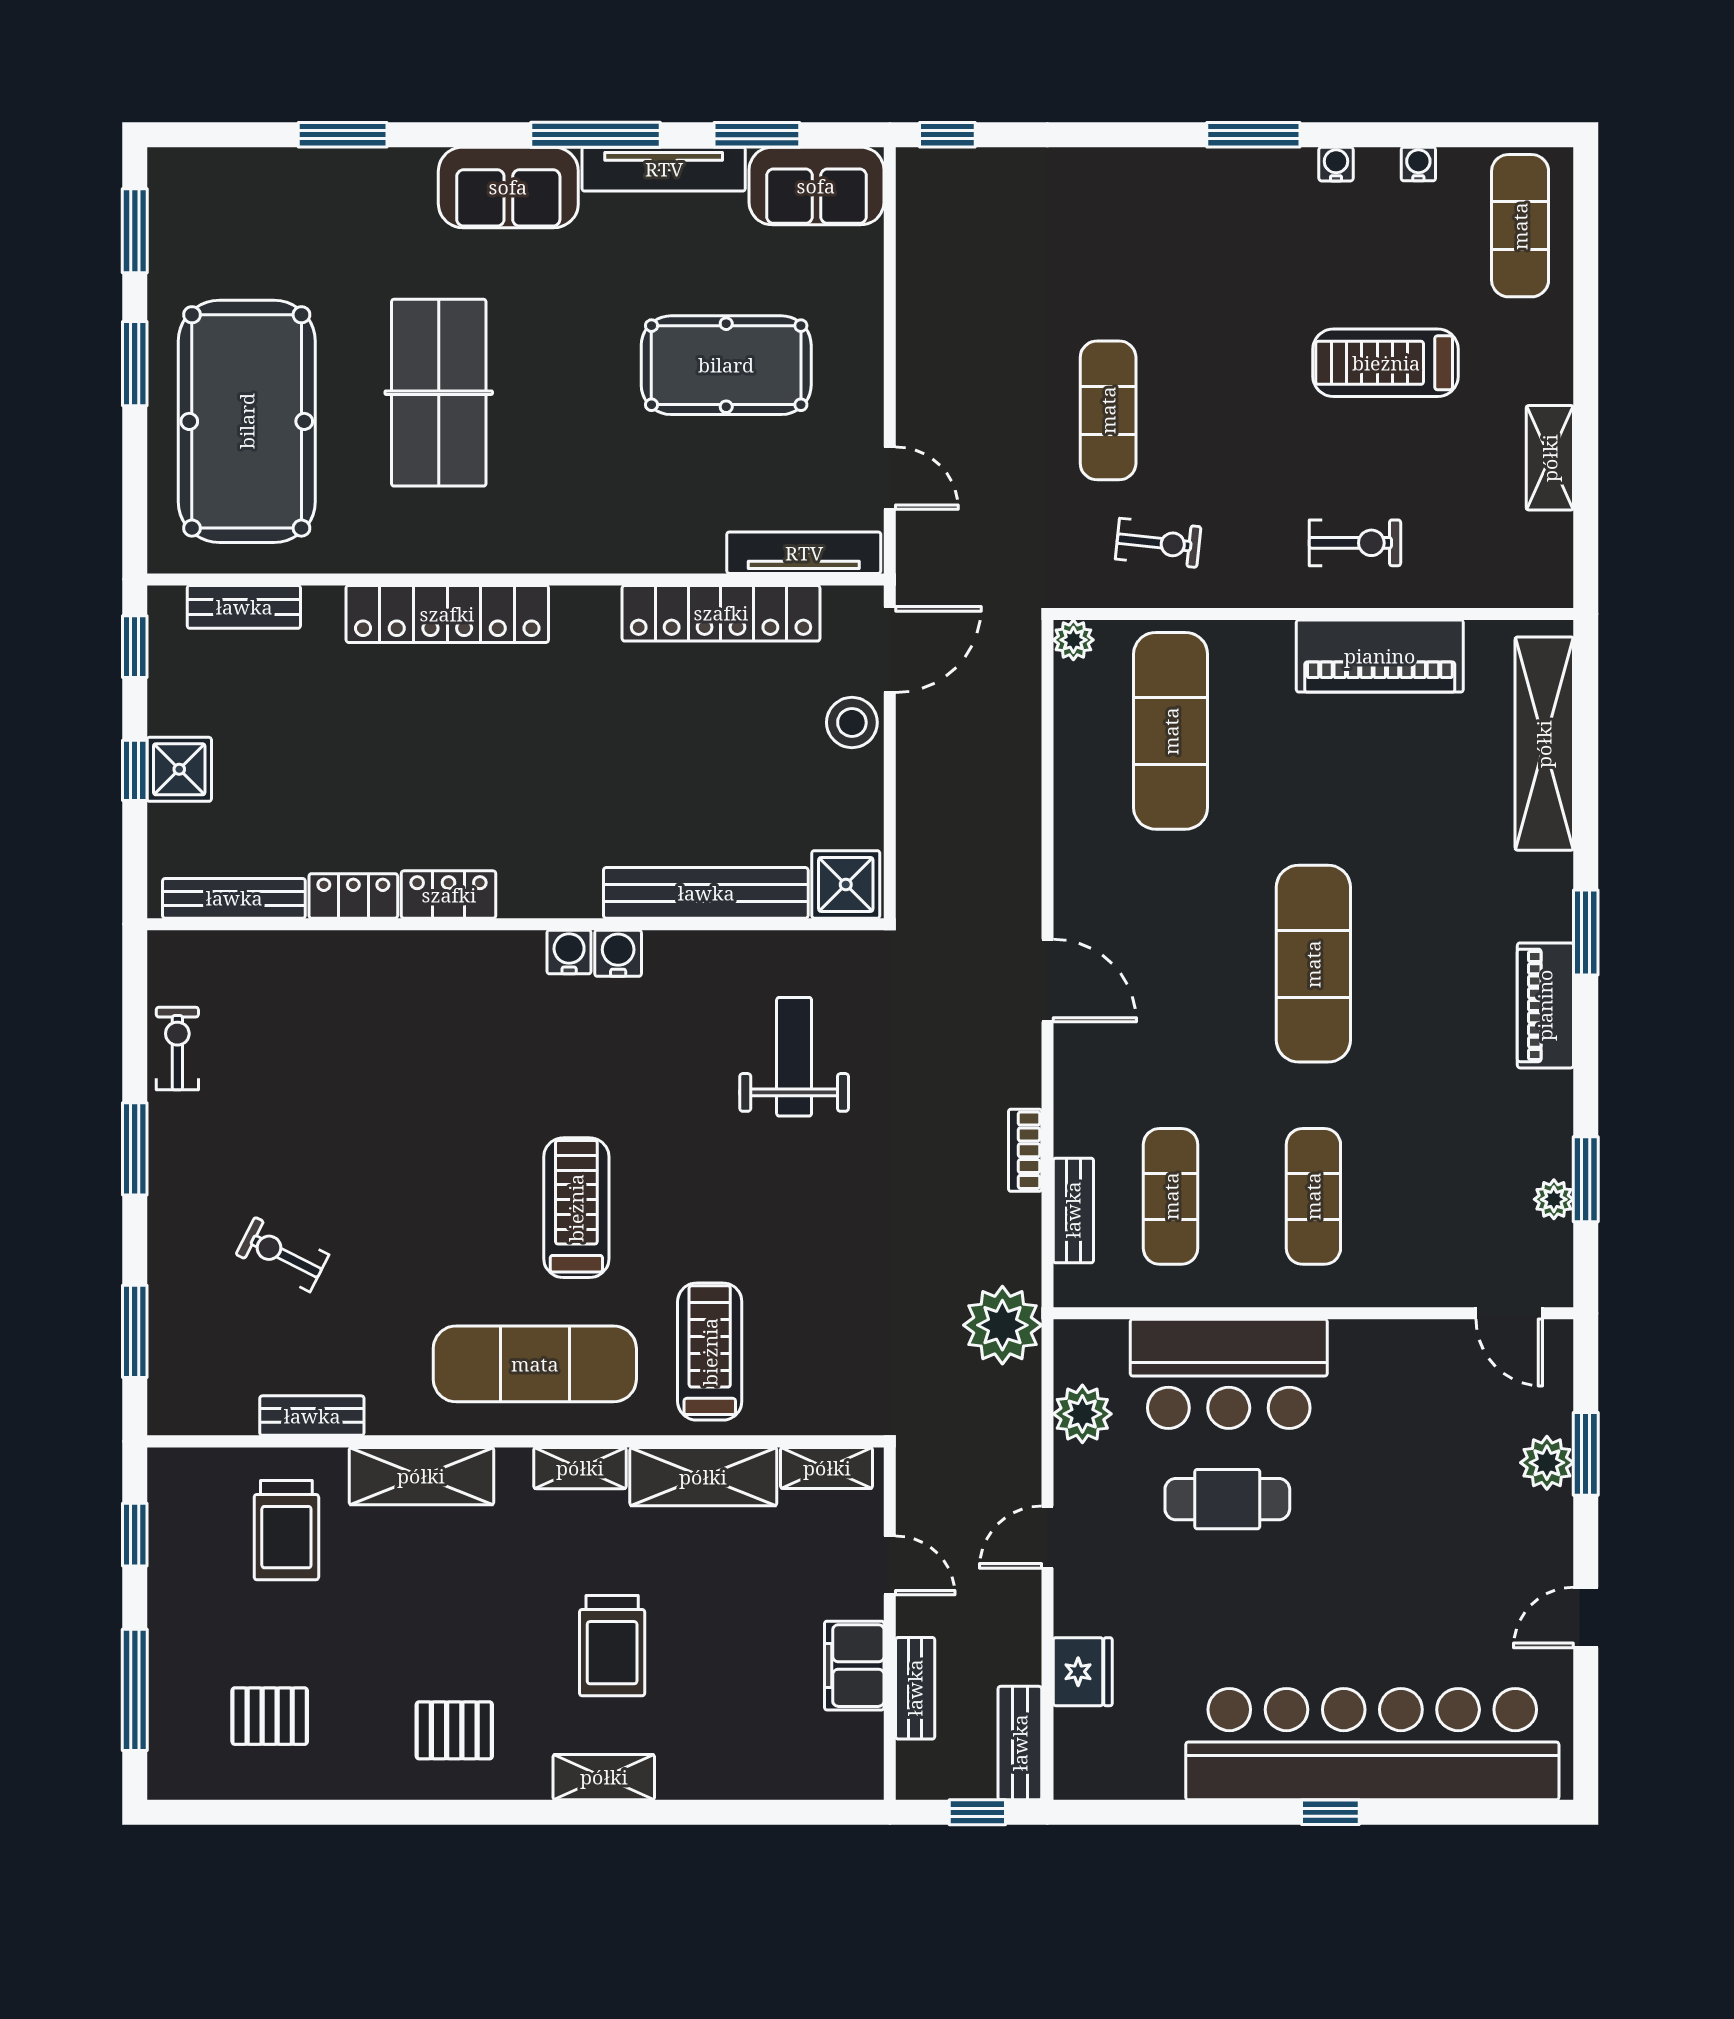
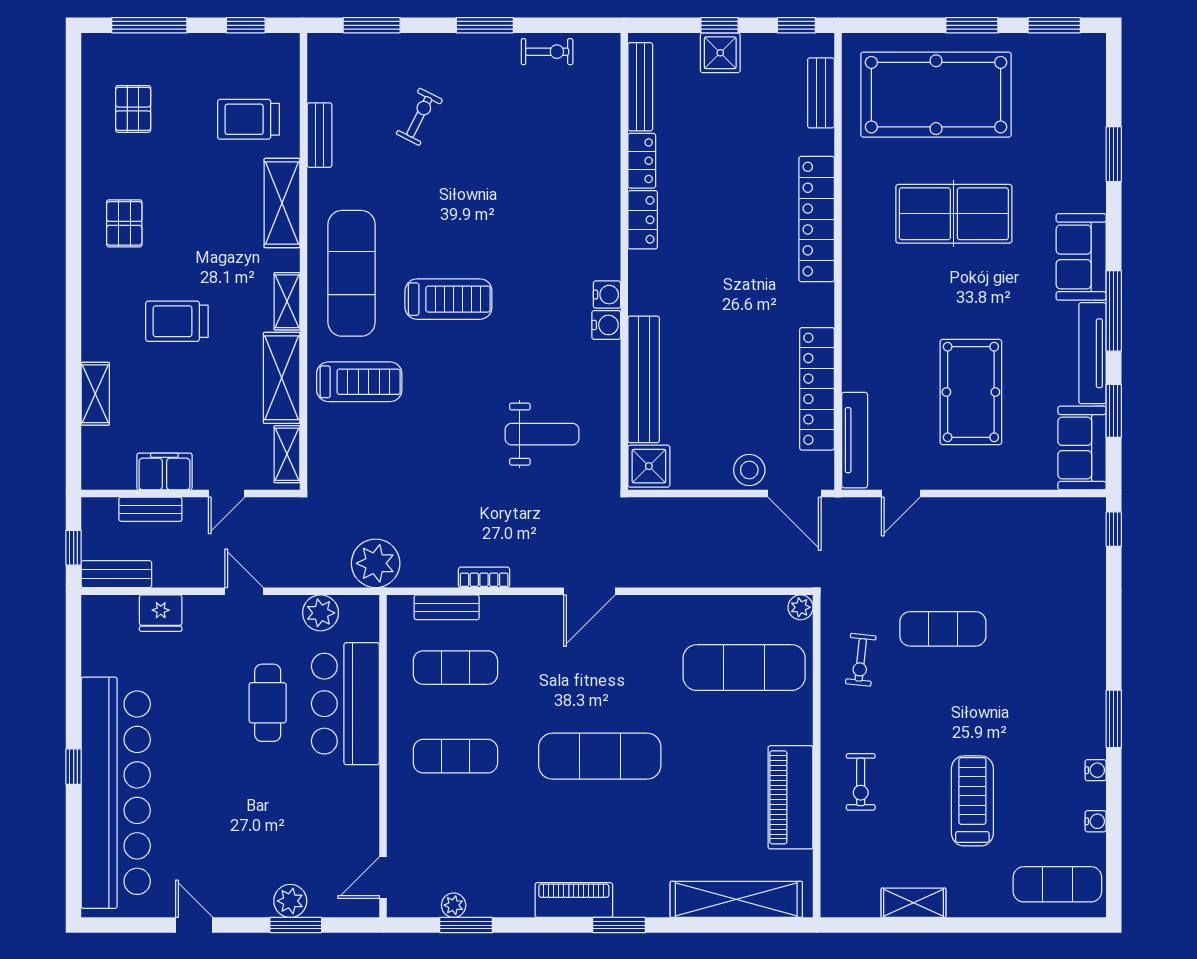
shelving: (604, 1777) -> (95, 394), moved

